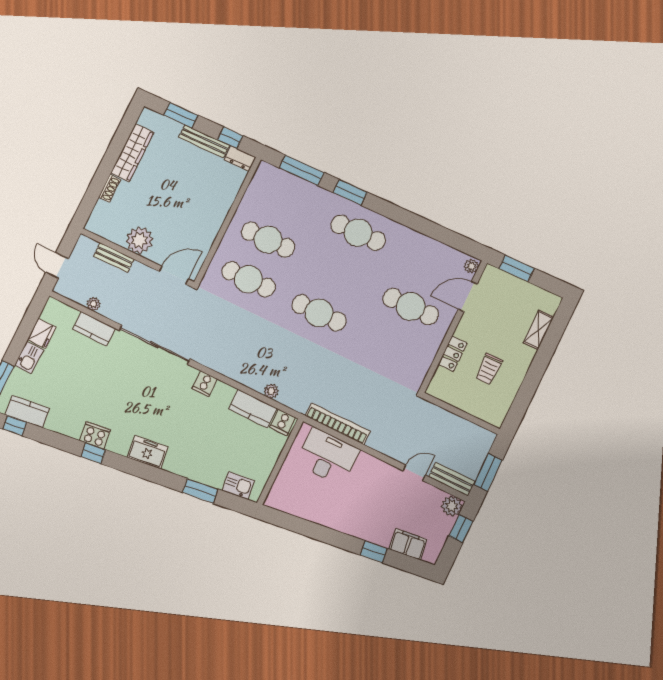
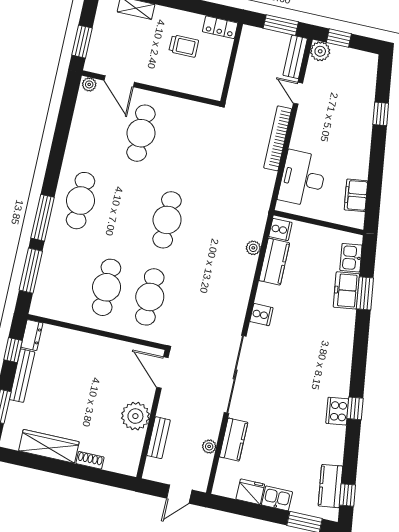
window: (350, 192) -> (43, 218), width x1.44
locker: (453, 354) -> (220, 27), moved, turned 180
bookcase: (337, 424) -> (278, 138), moved
freezer: (148, 452) -> (346, 290), moved
filing cabinet: (408, 544) -> (356, 195), moved

